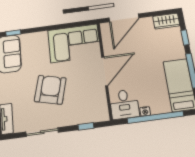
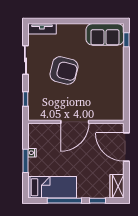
corner sofa: (74, 43) -> (107, 97), removed
door: (105, 71) -> (75, 122), hinge flipped
desk: (124, 104) -> (41, 135), removed
window: (155, 117) -> (25, 161), width x0.47

